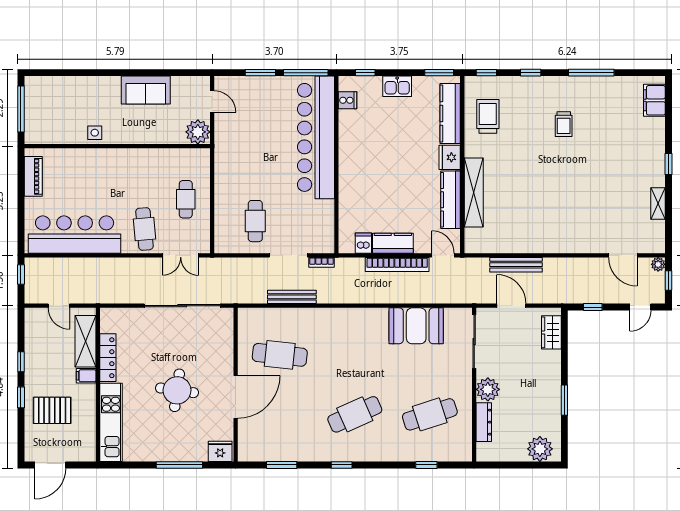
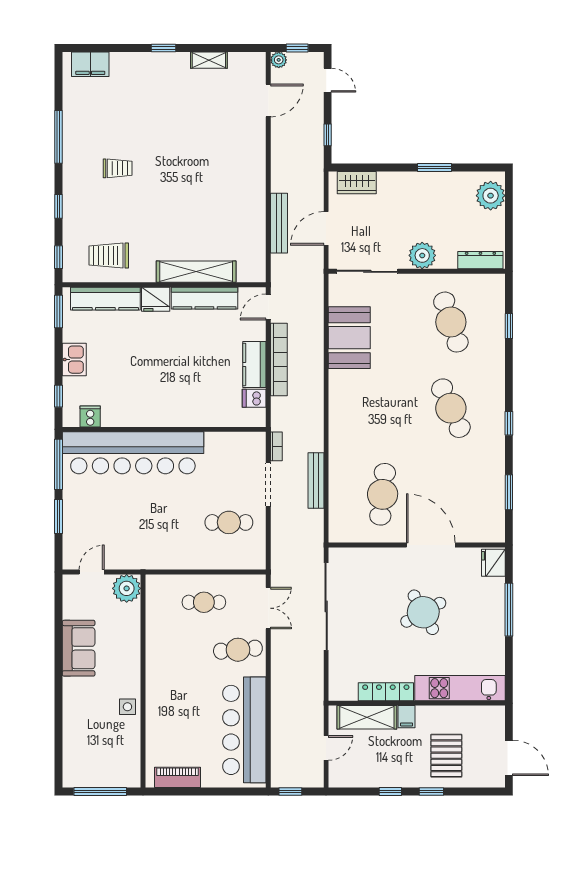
round table: (177, 390) -> (423, 612), turned -37
dresser: (484, 422) -> (480, 260), moved

